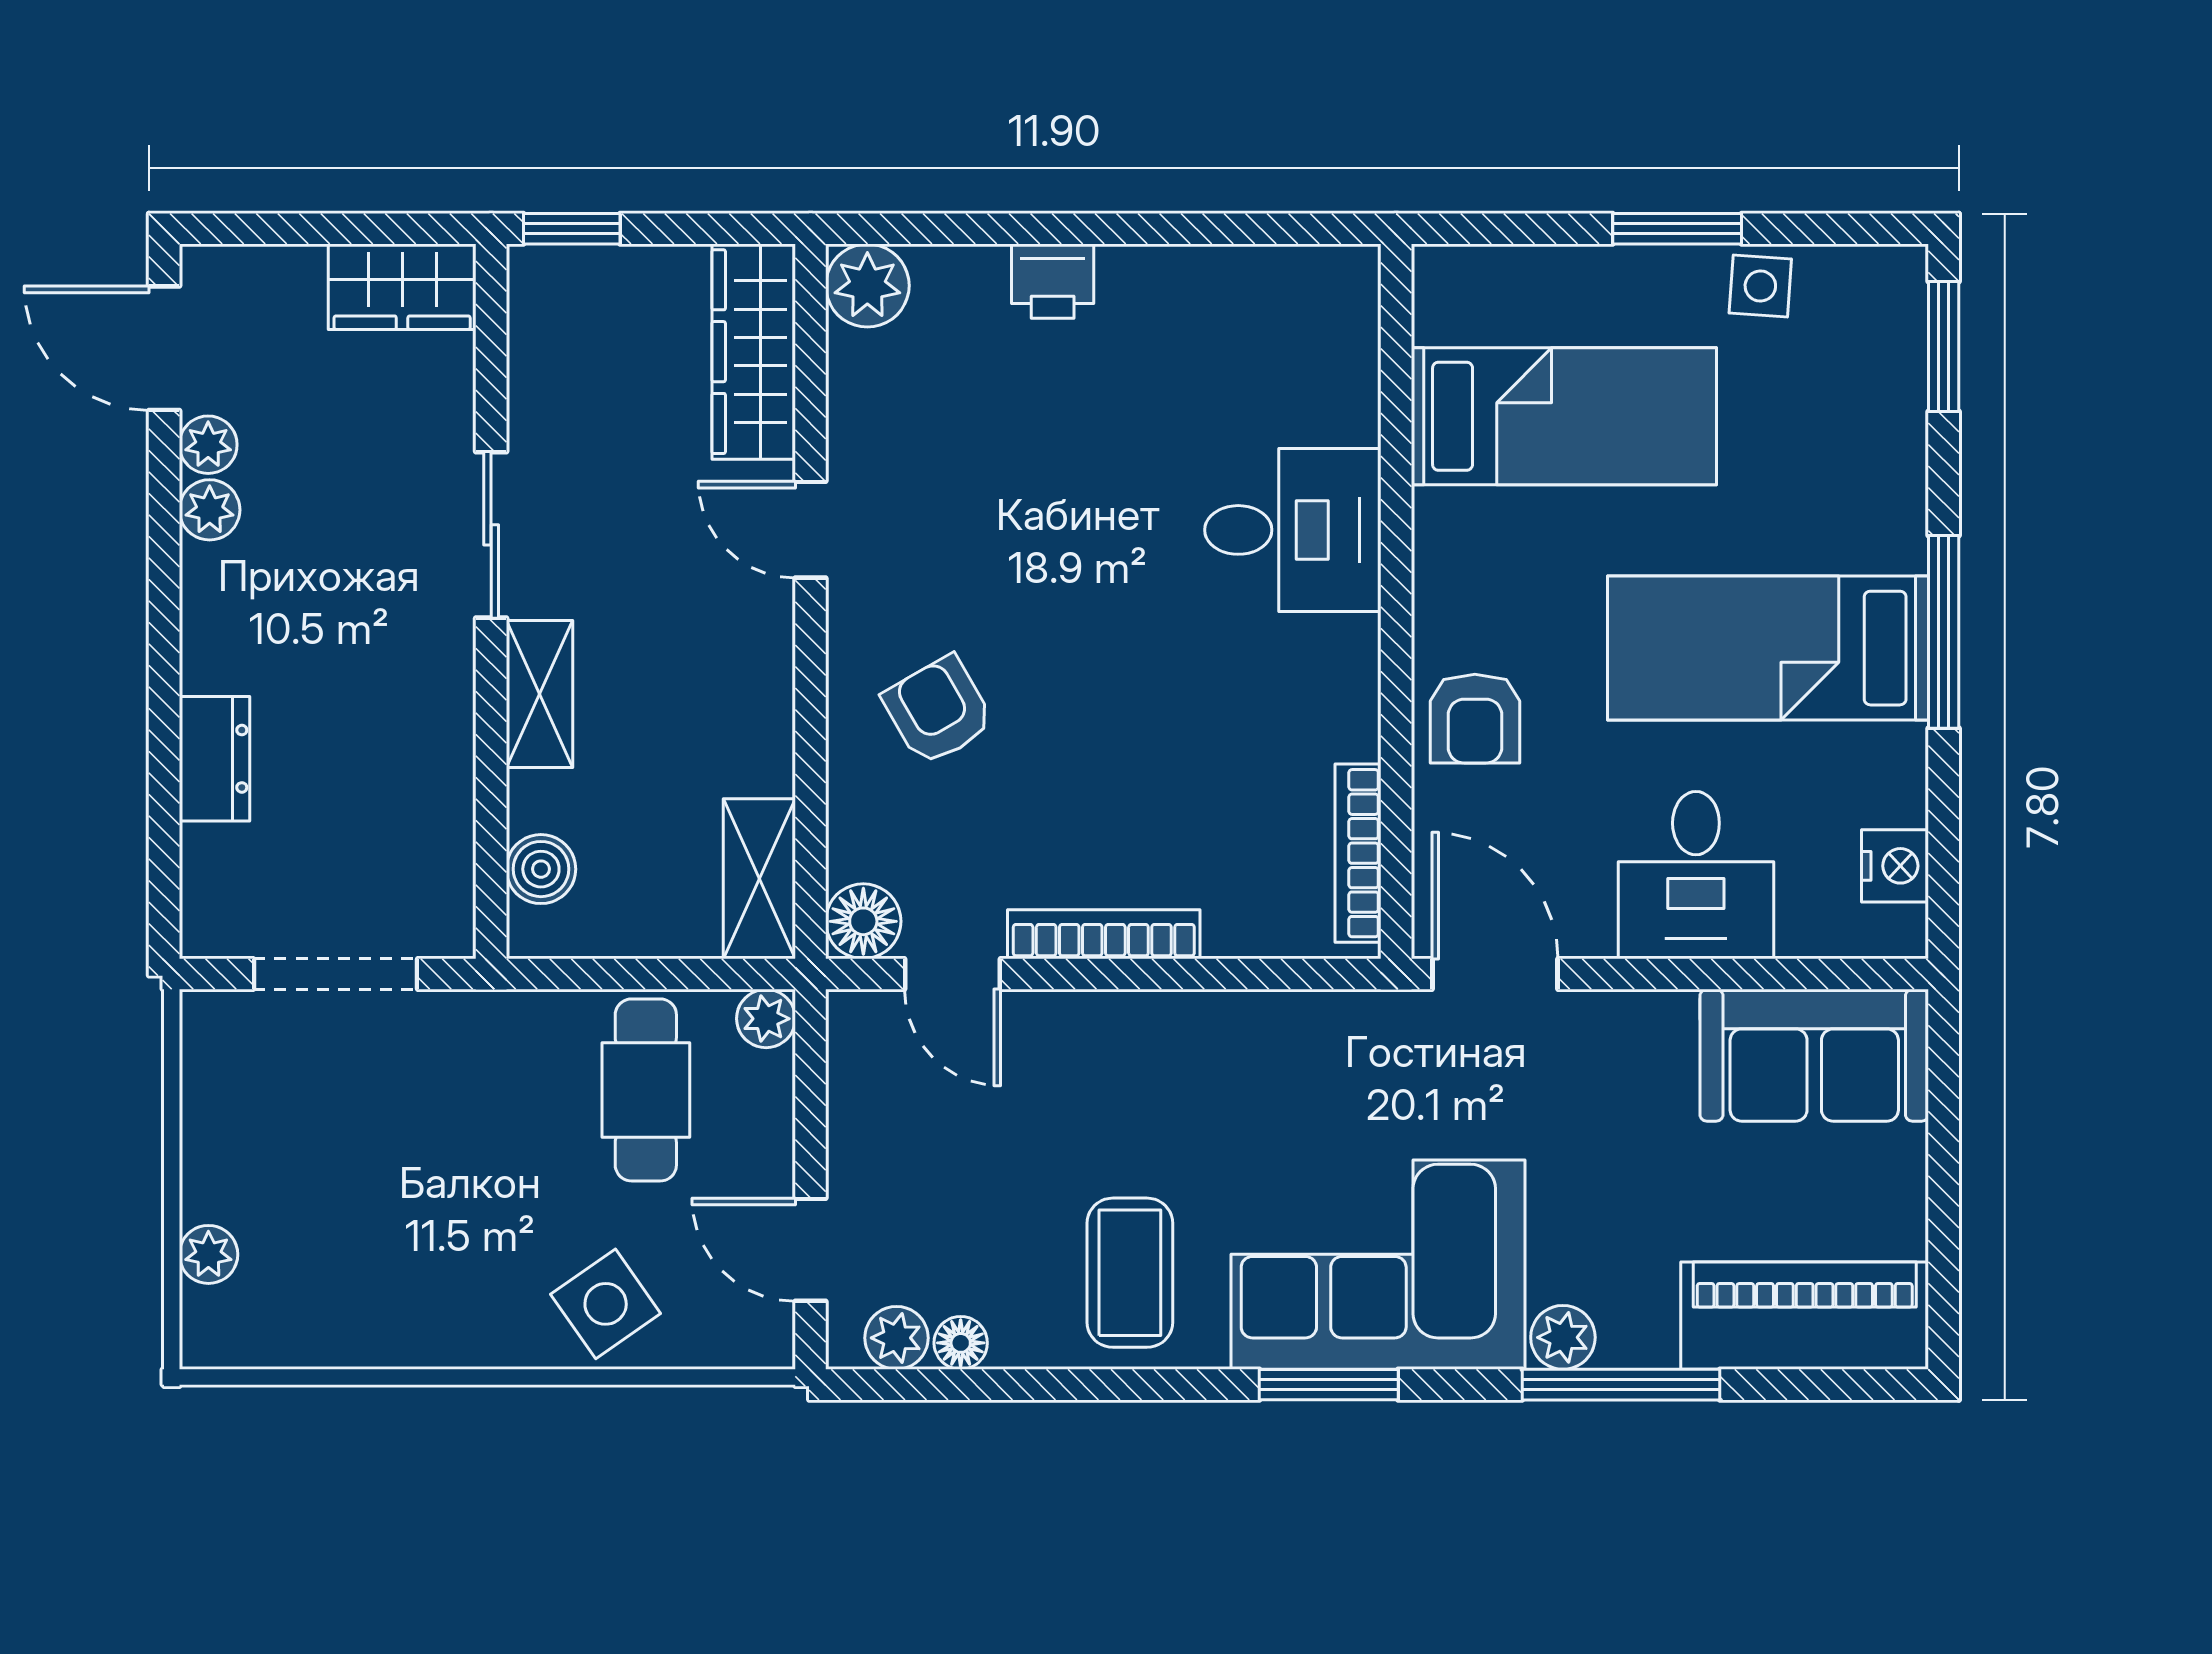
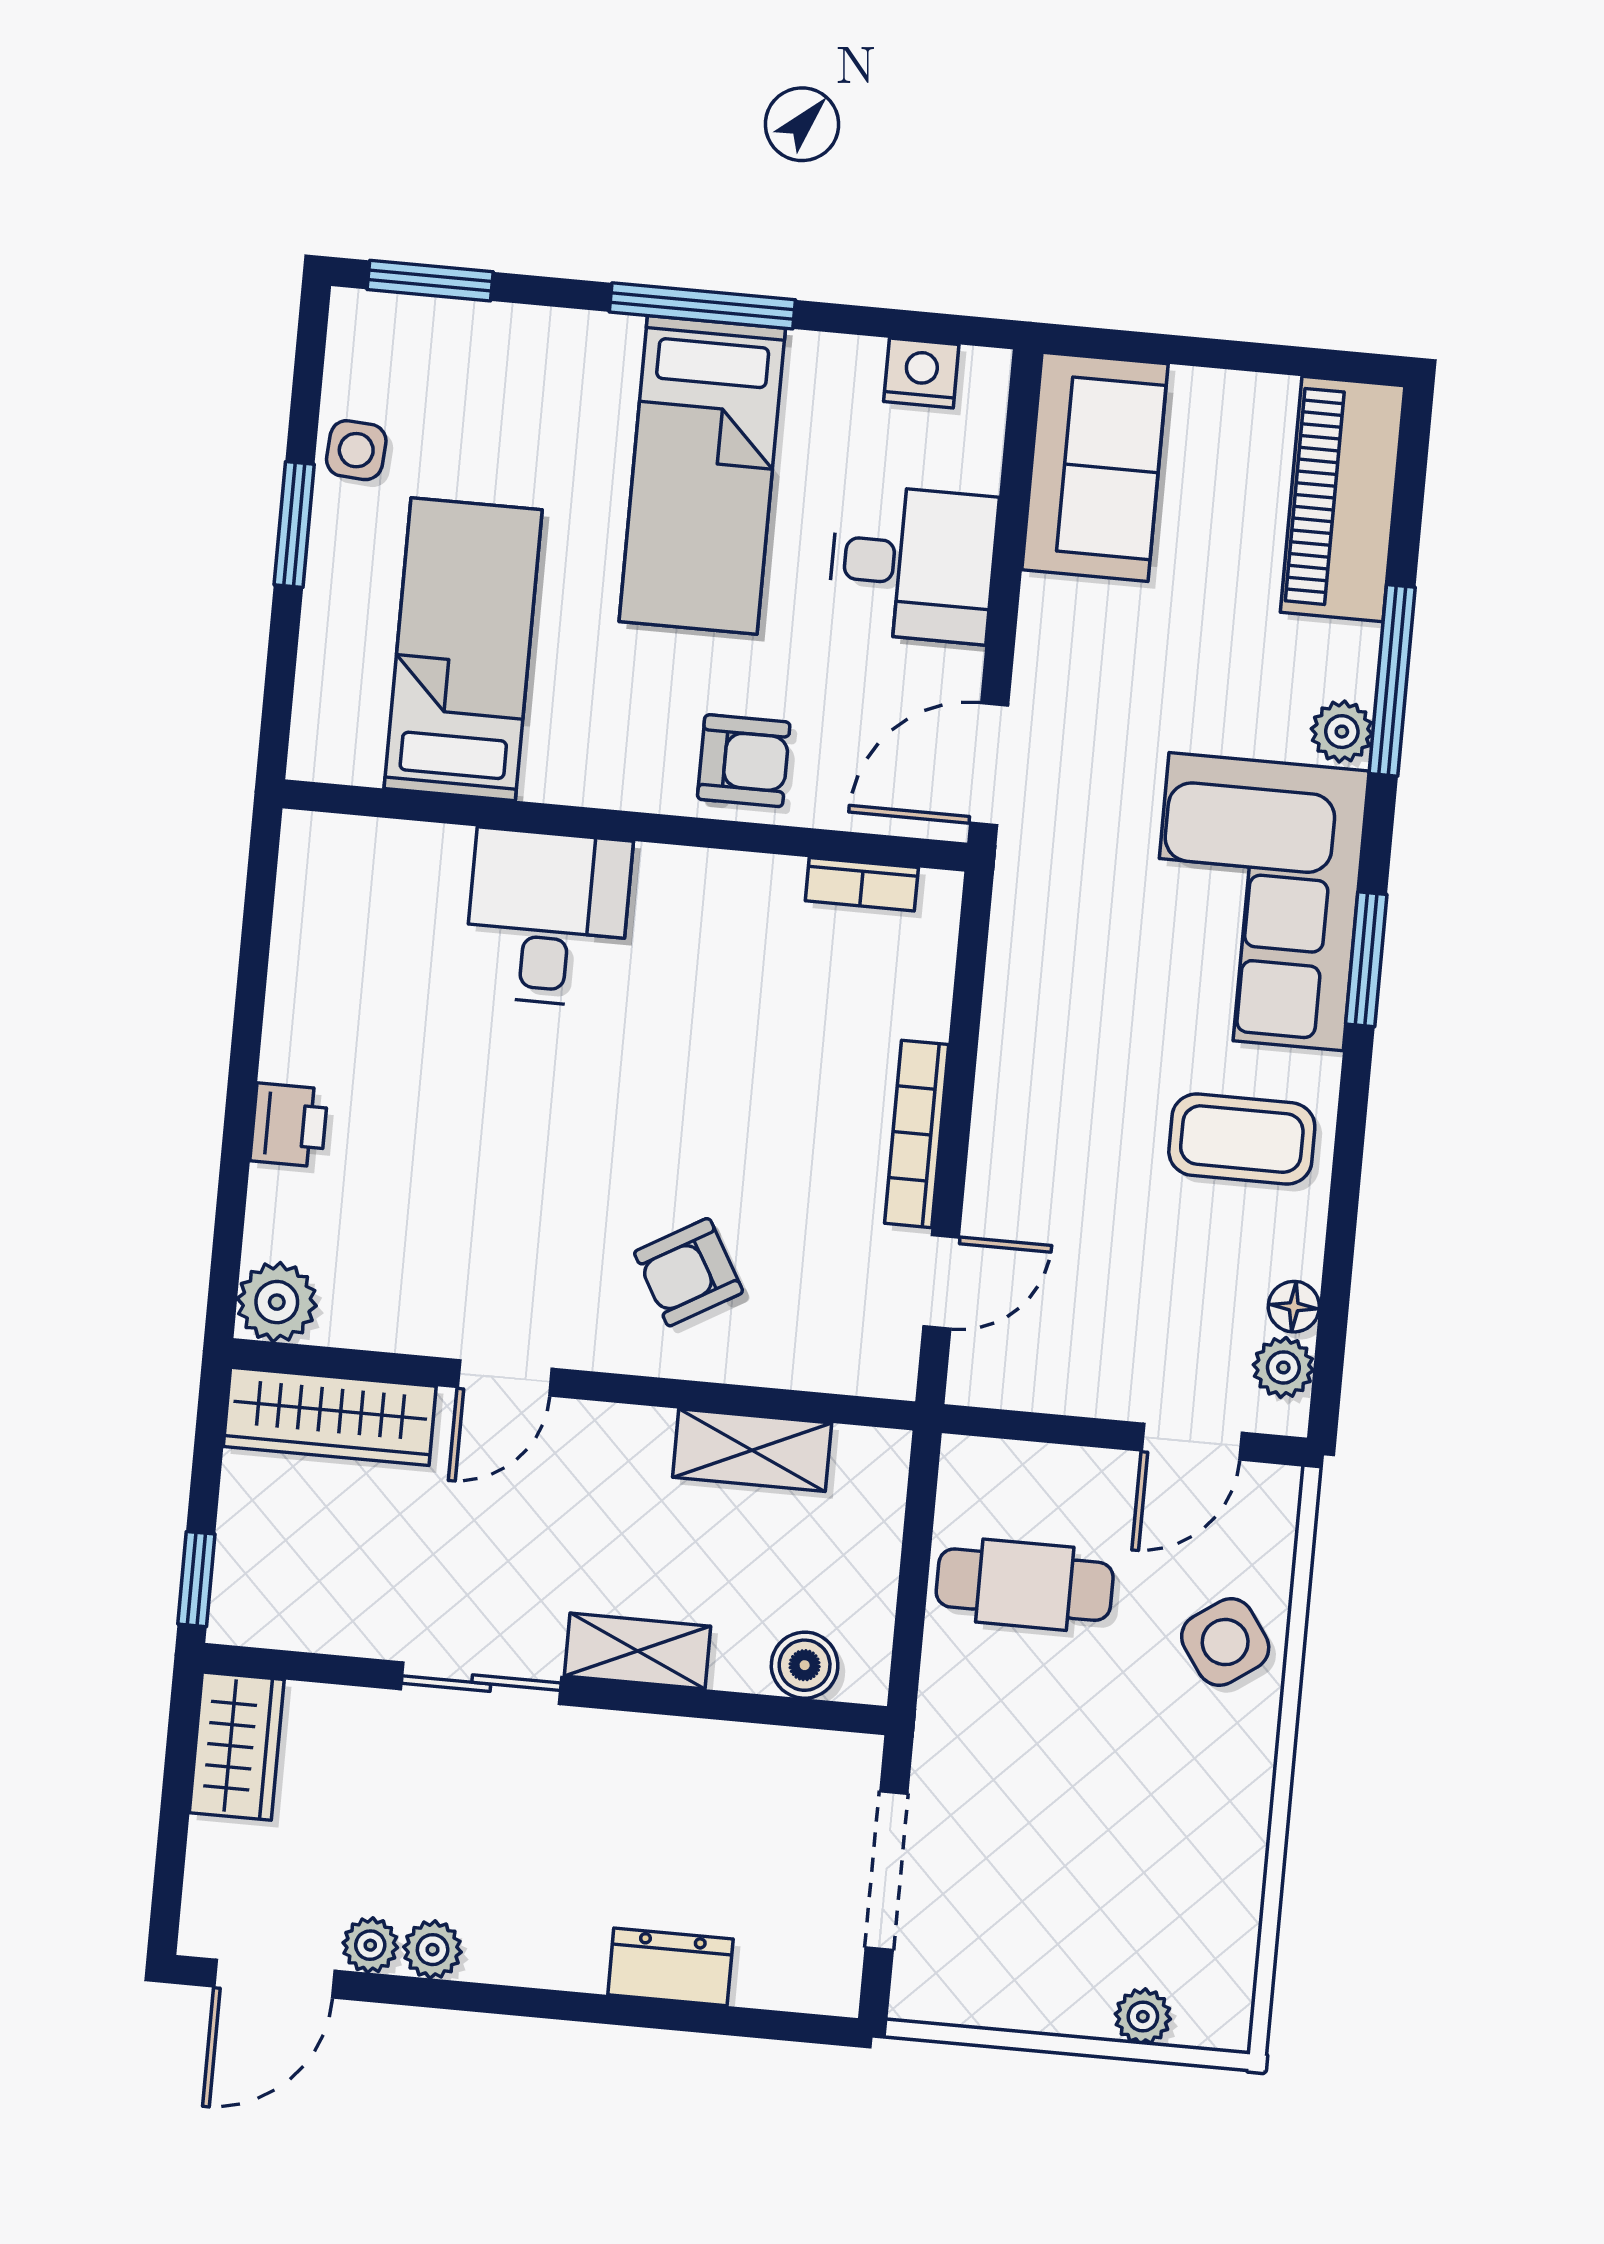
bookcase: (1358, 853) -> (862, 884), width x0.64
shelving: (759, 879) -> (752, 1450), moved
floor lamp: (863, 921) -> (883, 1362), removed
plant: (766, 1019) -> (967, 1464), removed

